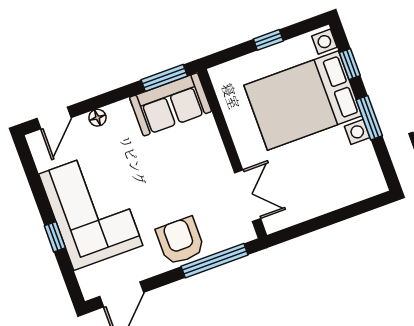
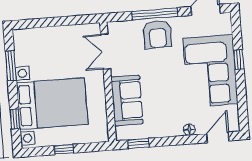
window: (164, 78) -> (139, 144), width x0.67
sofa: (171, 104) -> (127, 100), moved, turned 90
window: (369, 118) -> (11, 66), moved
window: (215, 261) -> (155, 14), moved

